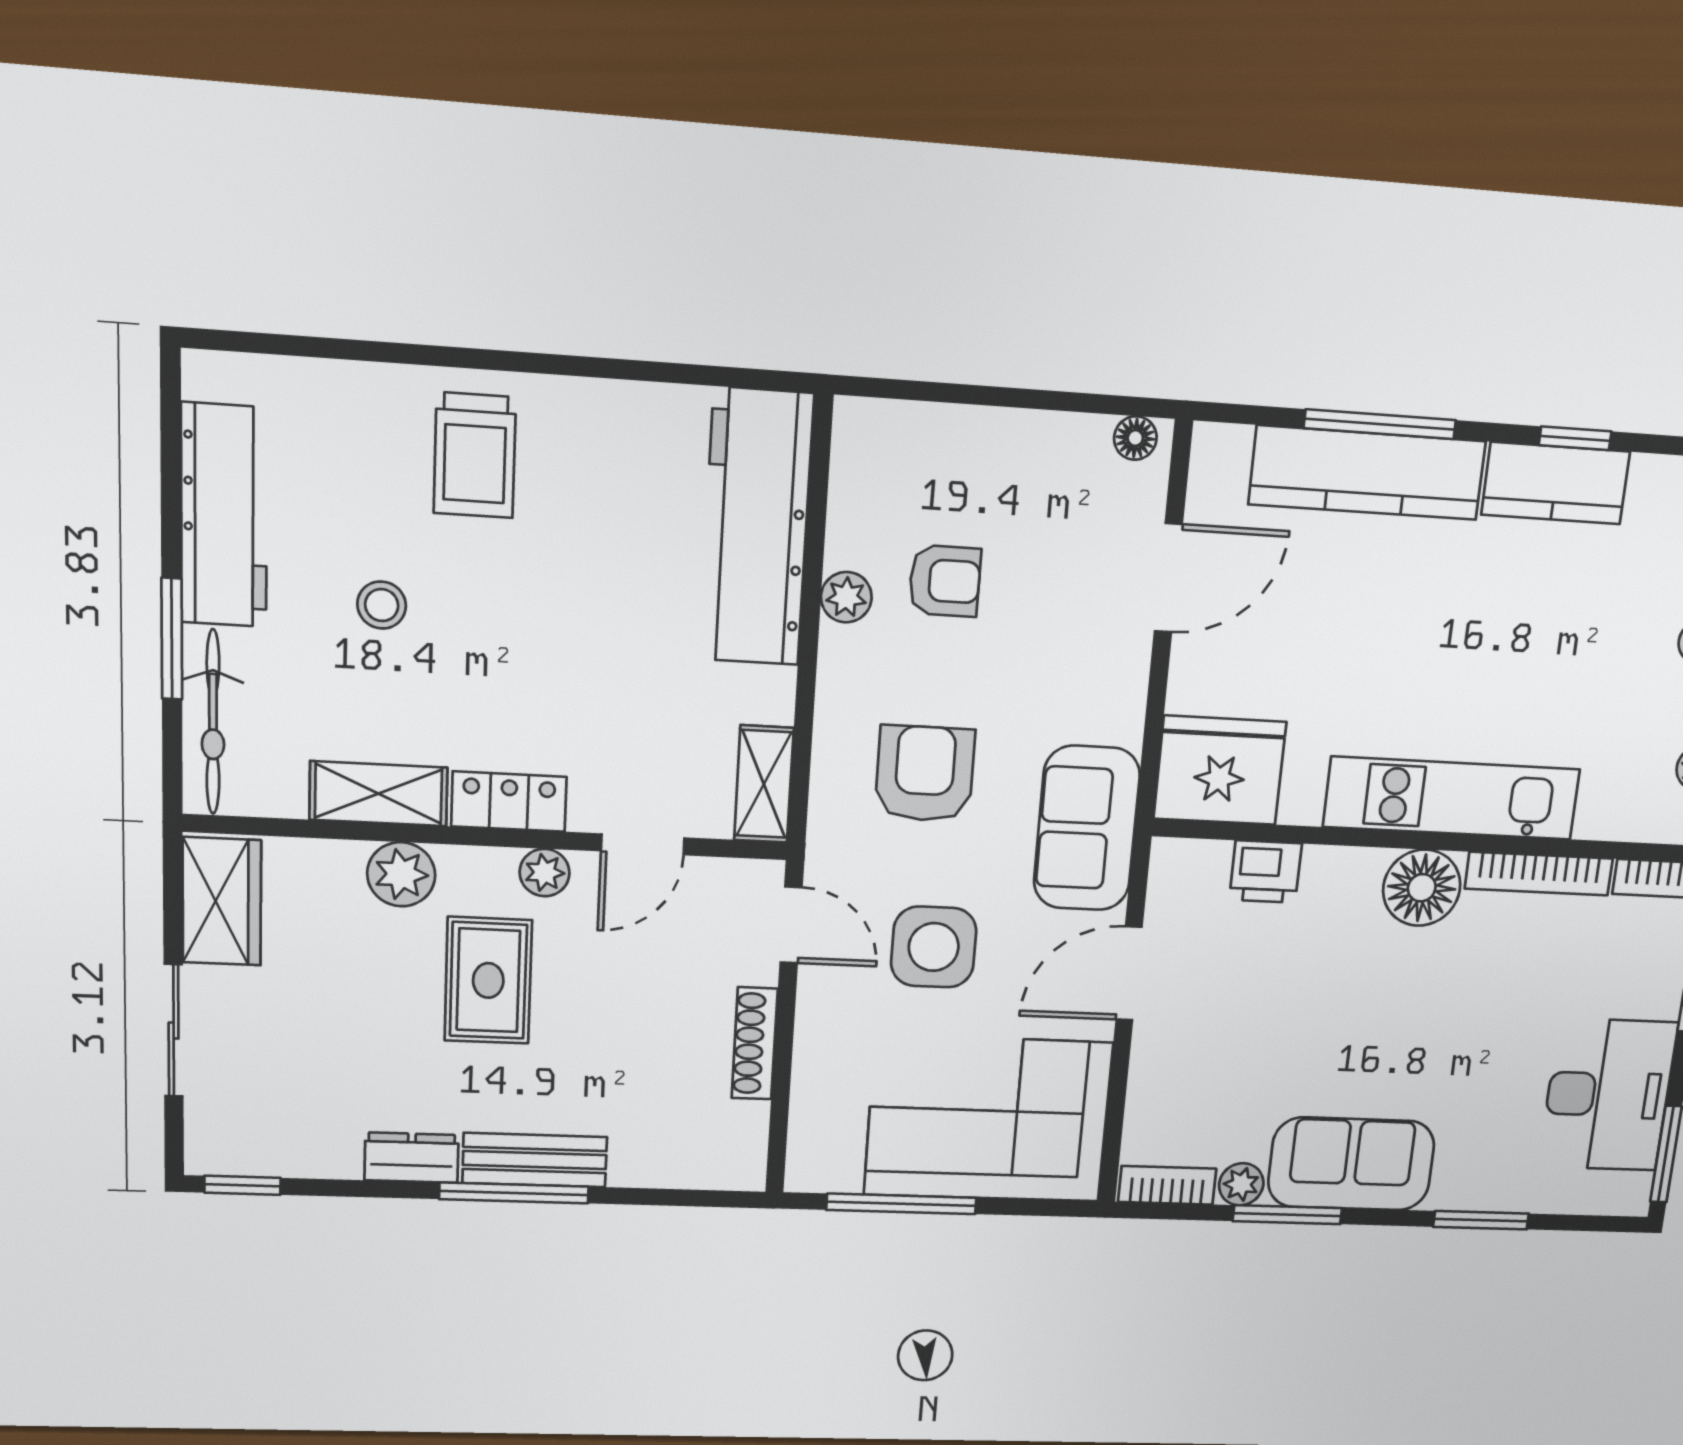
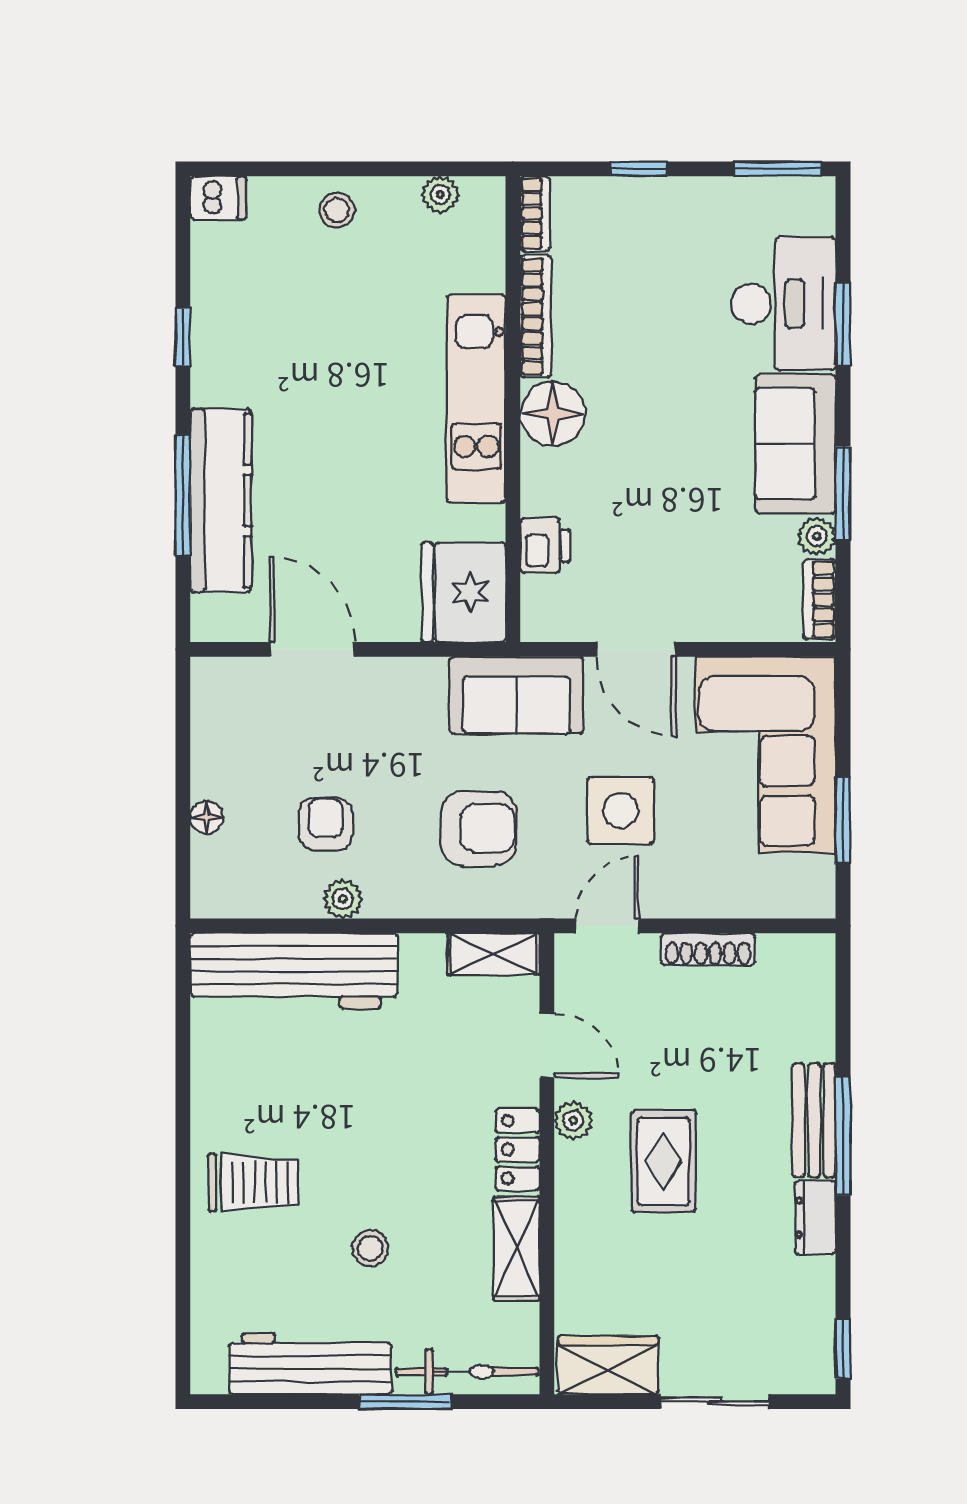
floor lamp: (1135, 438) -> (207, 817), moved
kitchen counter: (1556, 483) -> (219, 348), removed
armchair: (925, 774) -> (479, 828), turned 180
plant: (401, 874) -> (580, 1230), removed
rug: (488, 980) -> (664, 1161), turned 90
desk: (1608, 1095) -> (783, 304), moved, turned 90
window: (901, 1204) -> (843, 821), width x0.69

